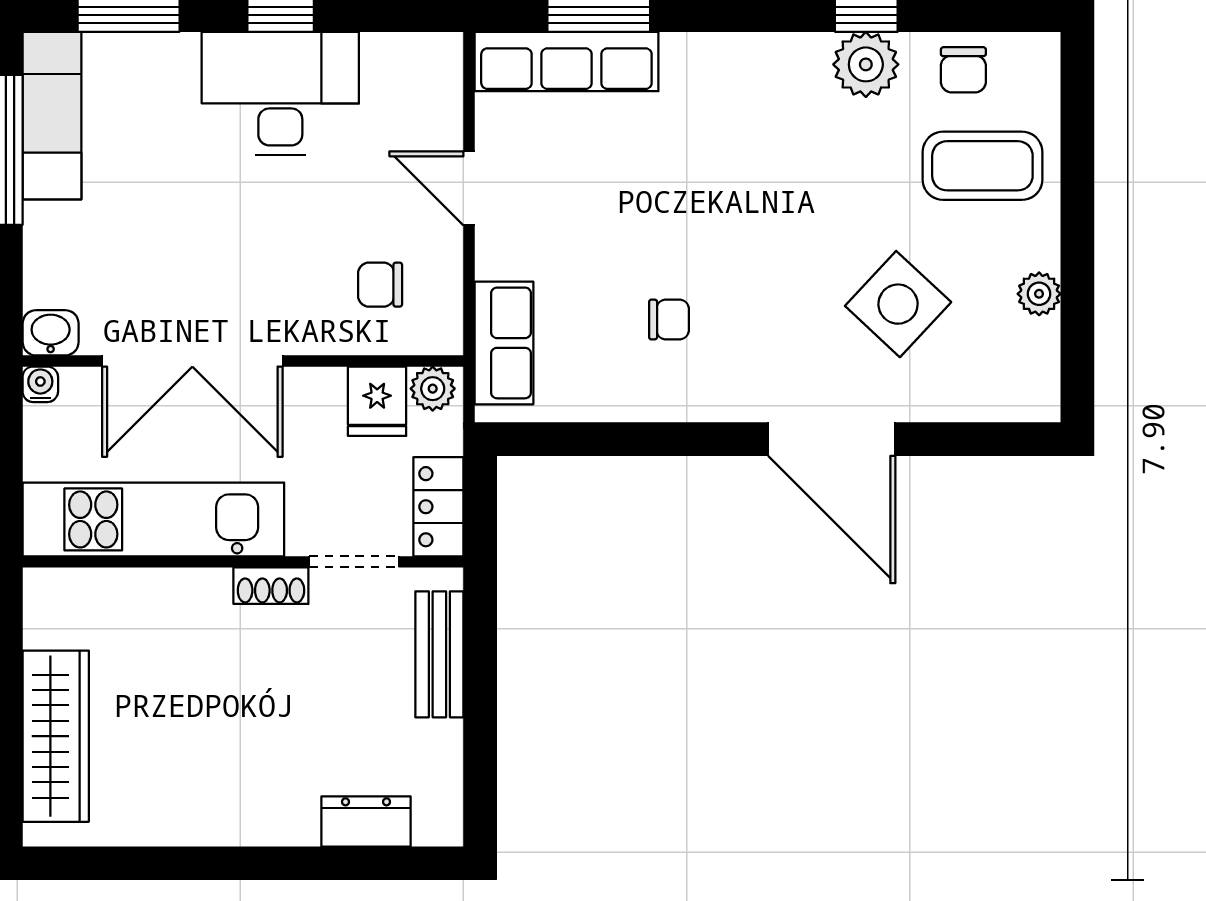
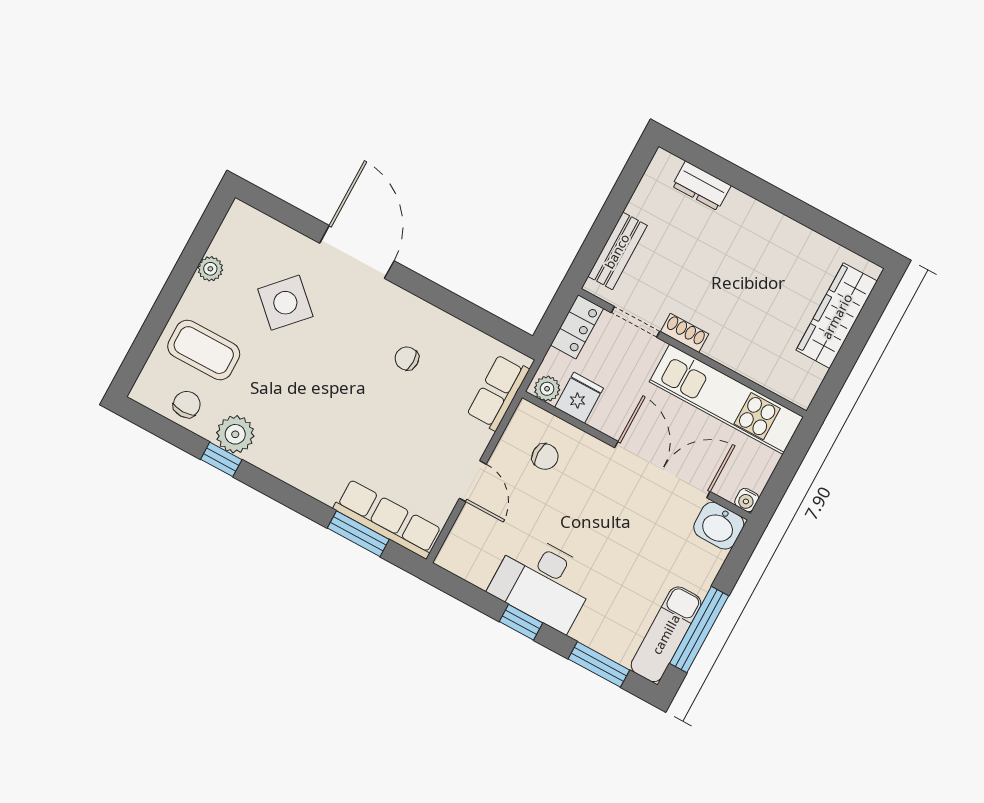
washbasin: (51, 333) -> (719, 526), width x1.38, depth x1.45

